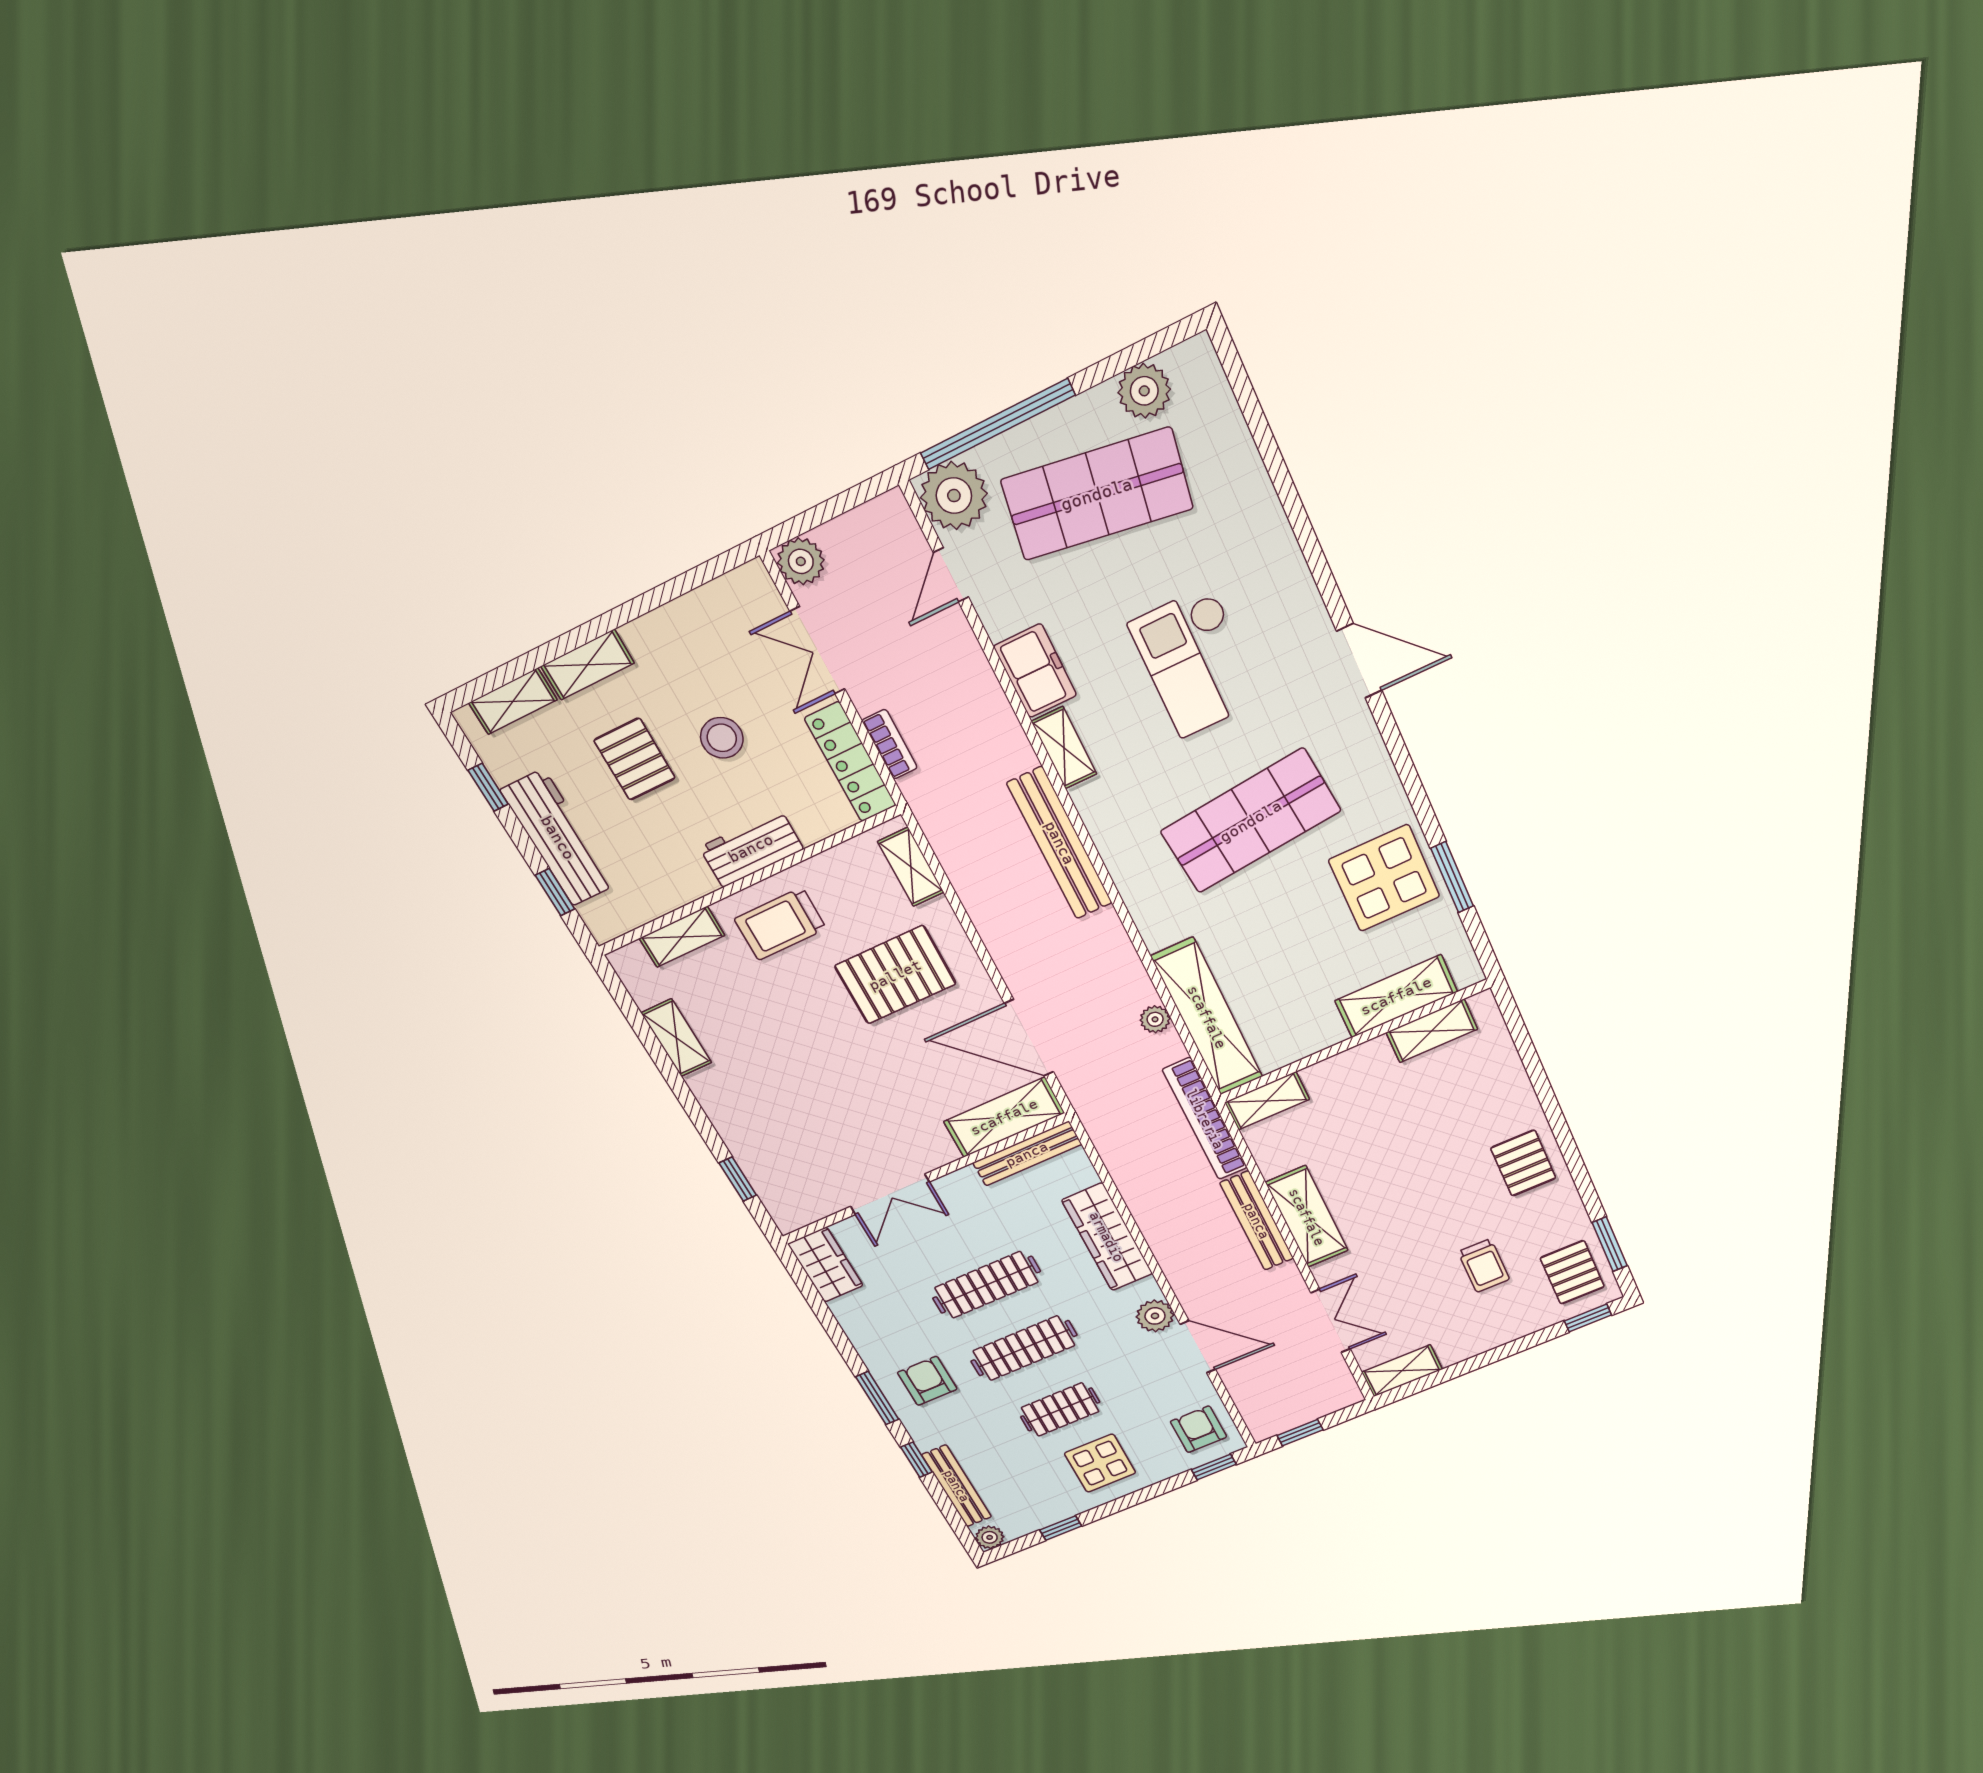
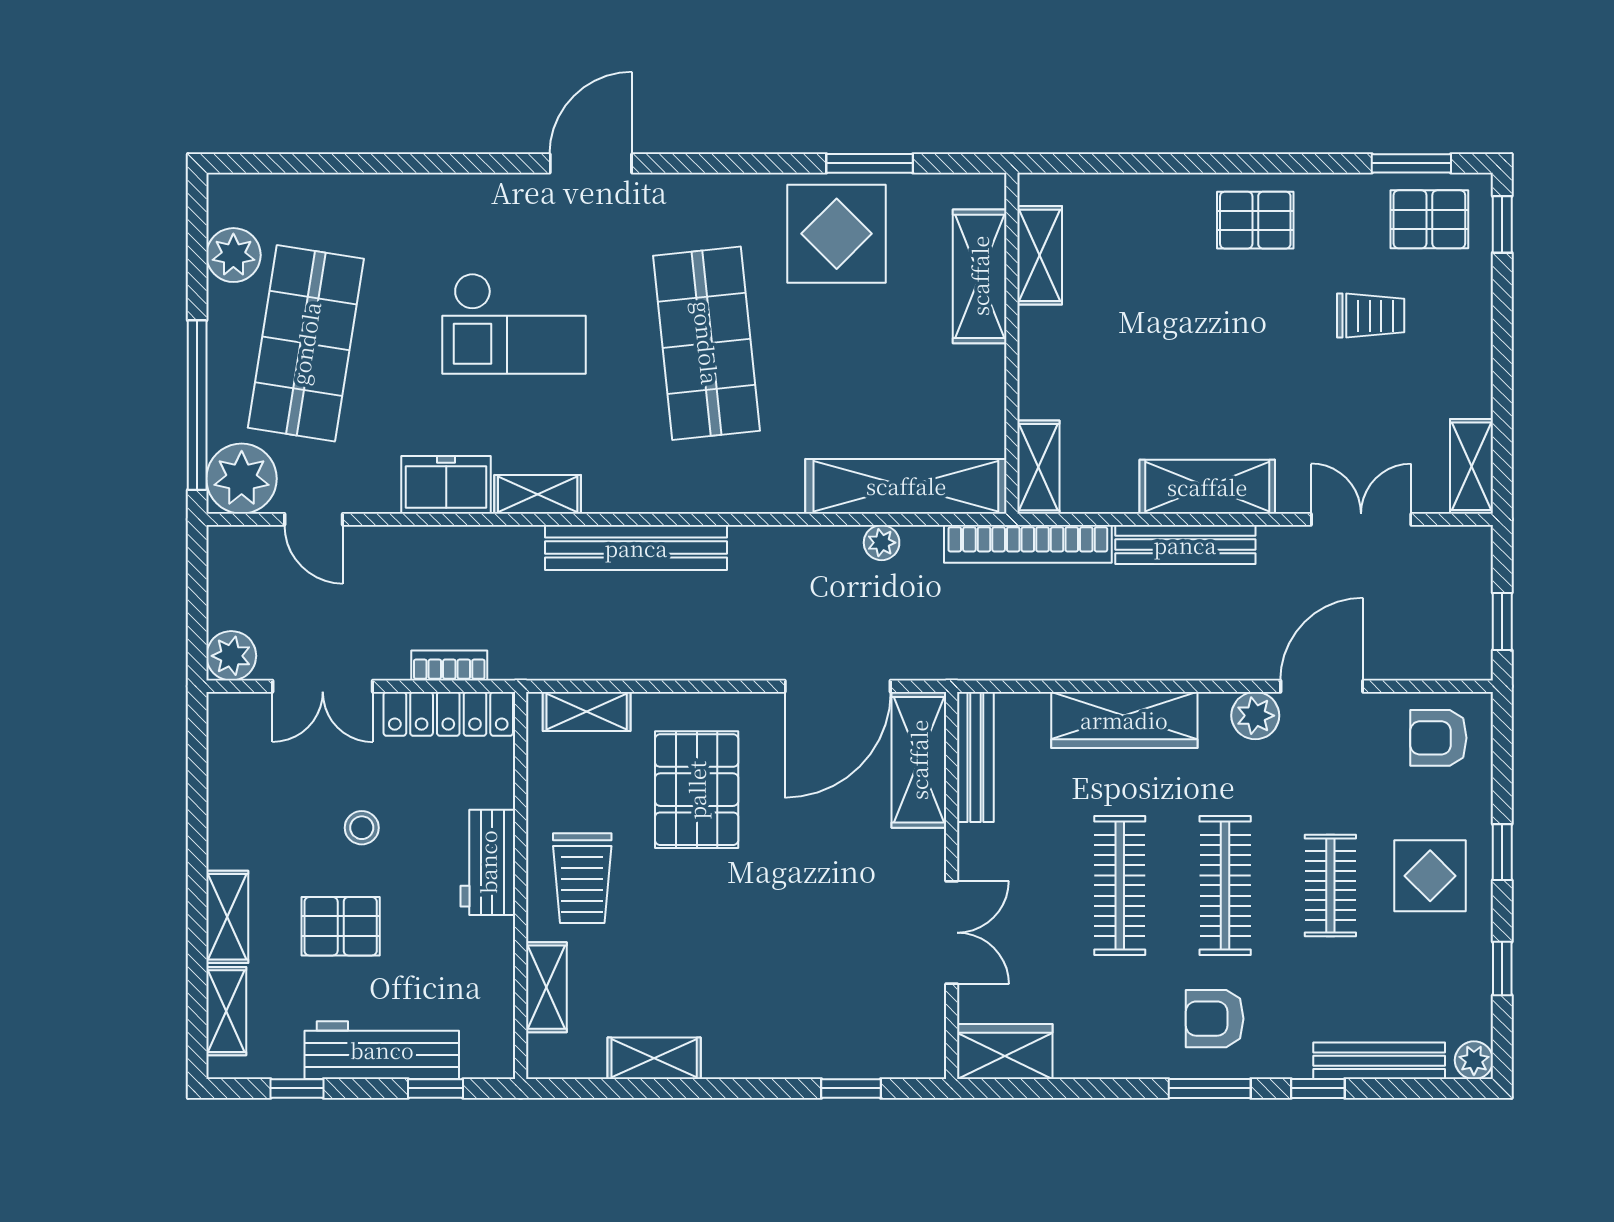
stool: (722, 738) -> (362, 828), width x0.73, depth x0.73
window: (1214, 1467) -> (1502, 852), moved

